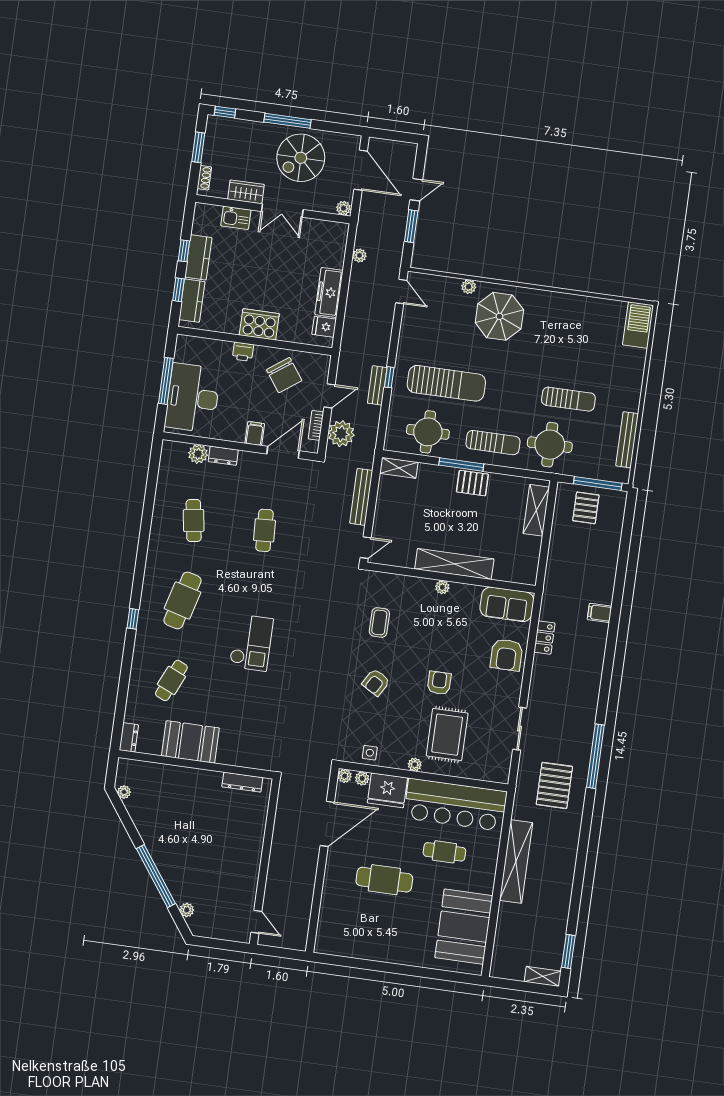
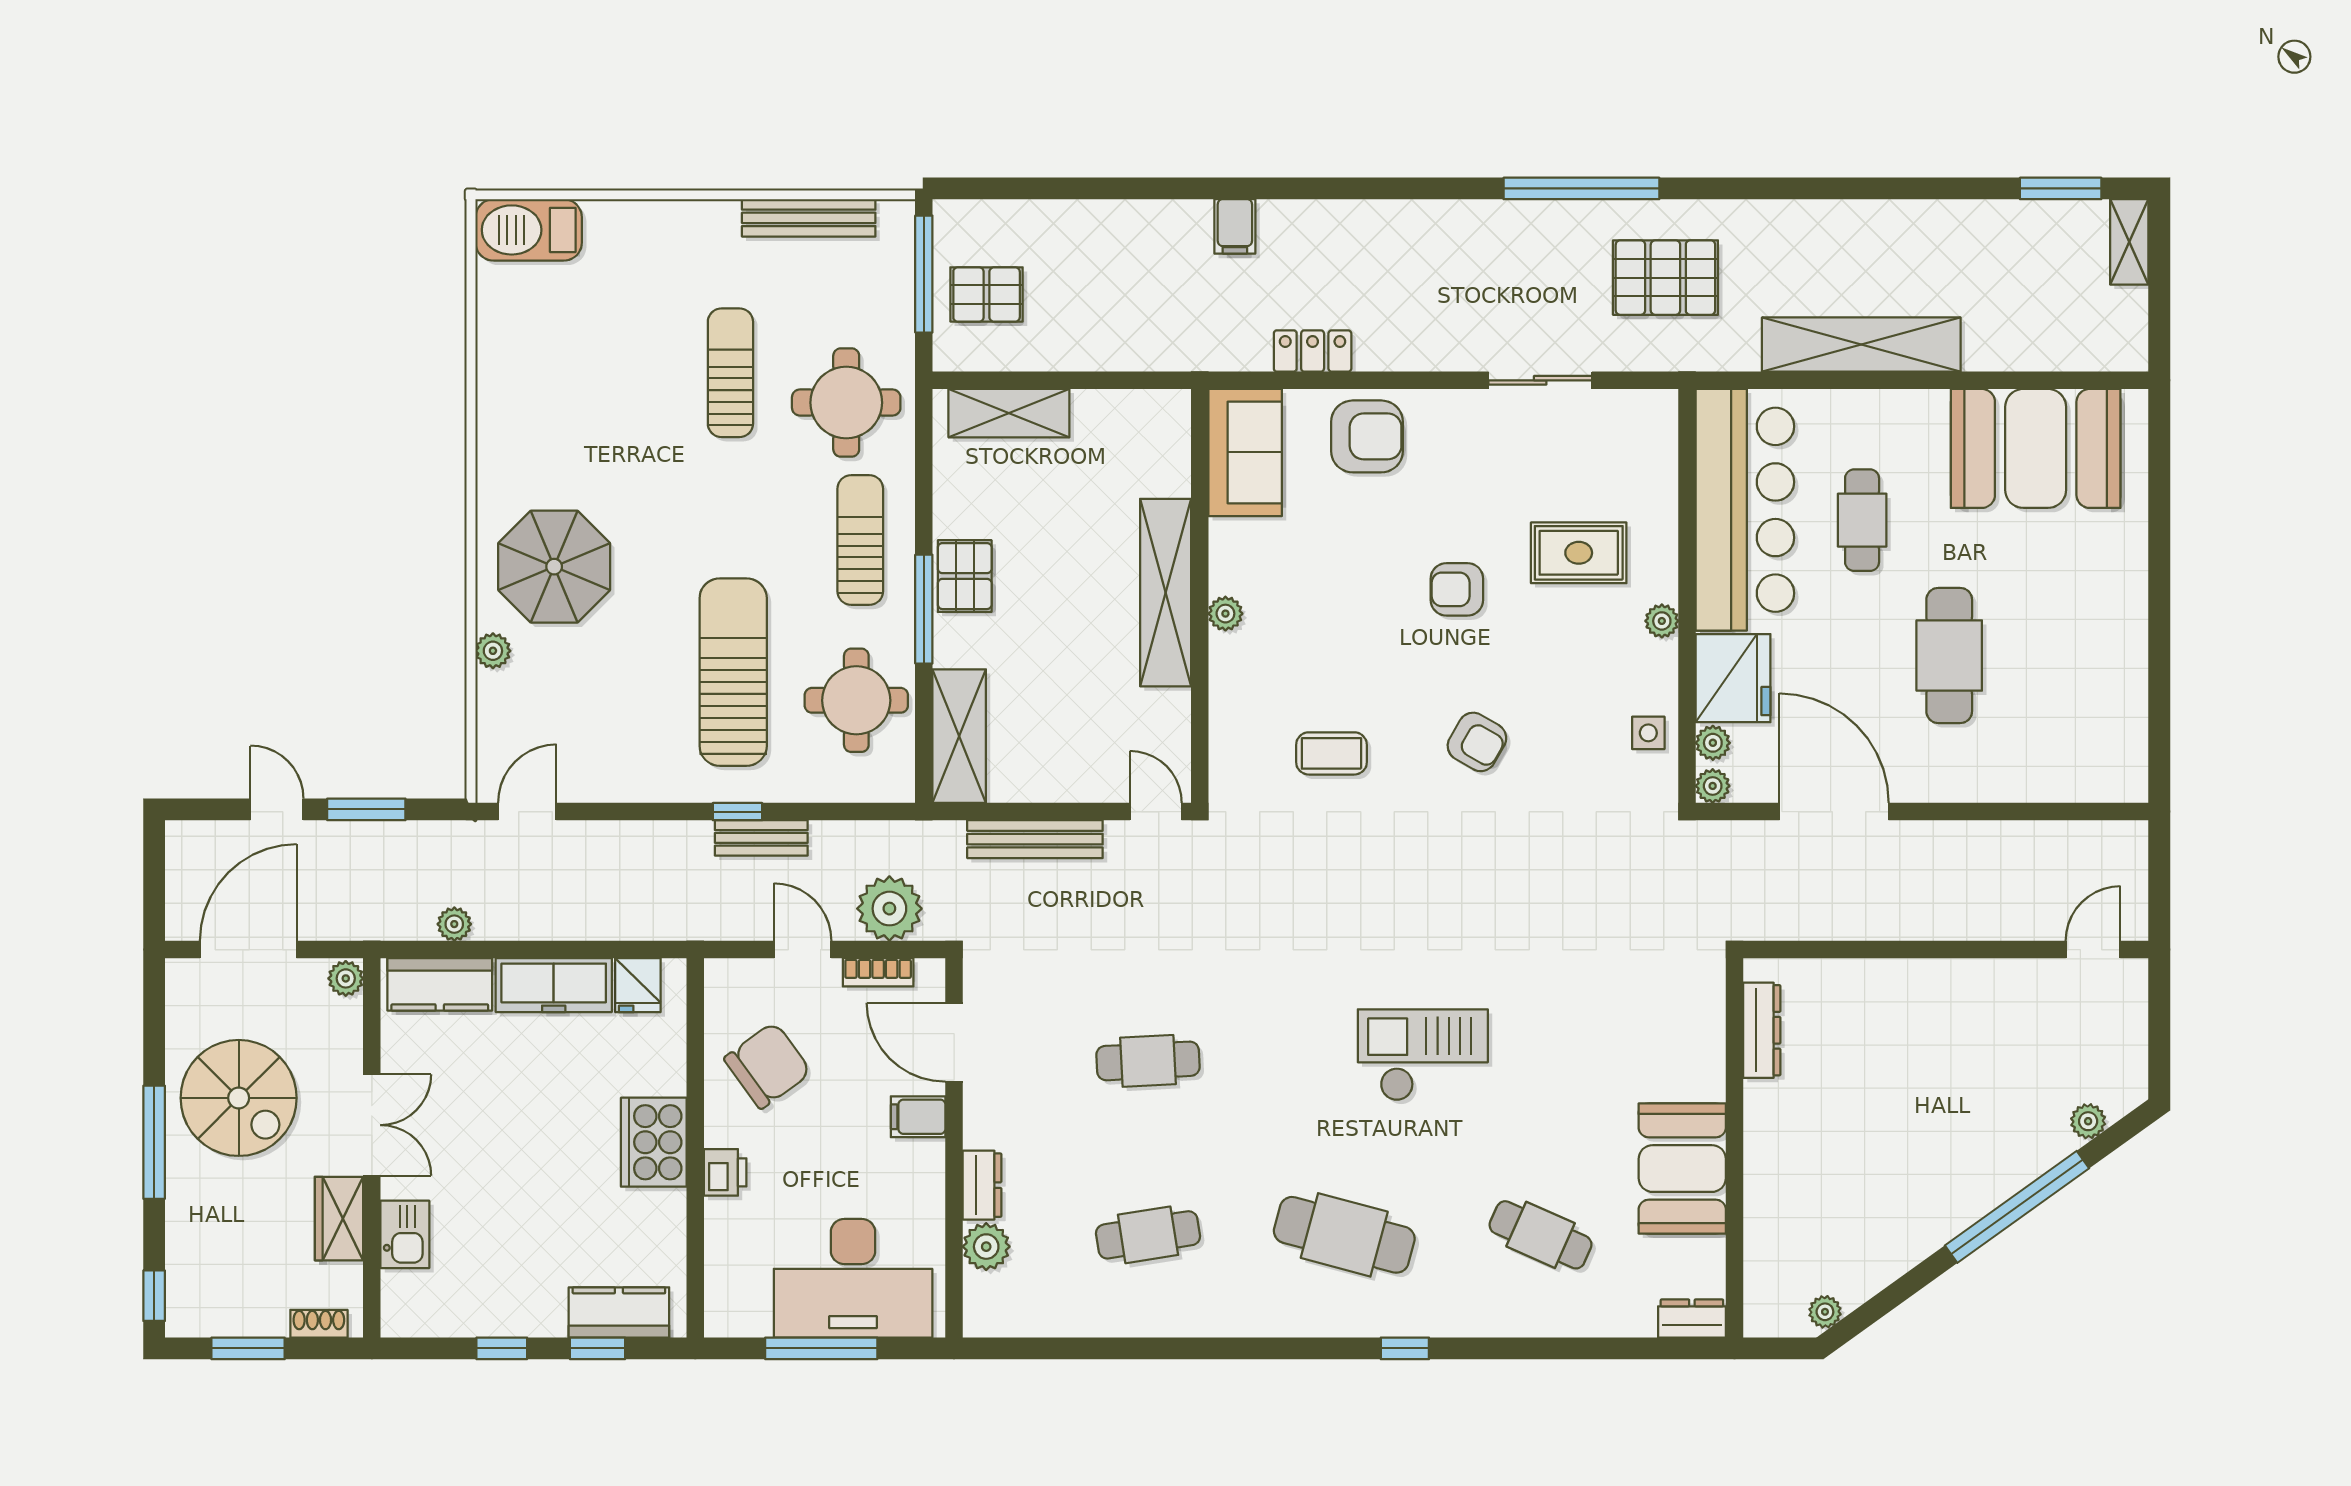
kitchen counter: (198, 257) -> (440, 984), moved, turned 180
shelving: (399, 468) -> (959, 736), width x1.50, depth x1.33
rug: (447, 735) -> (1579, 553), width x0.73, depth x0.70

